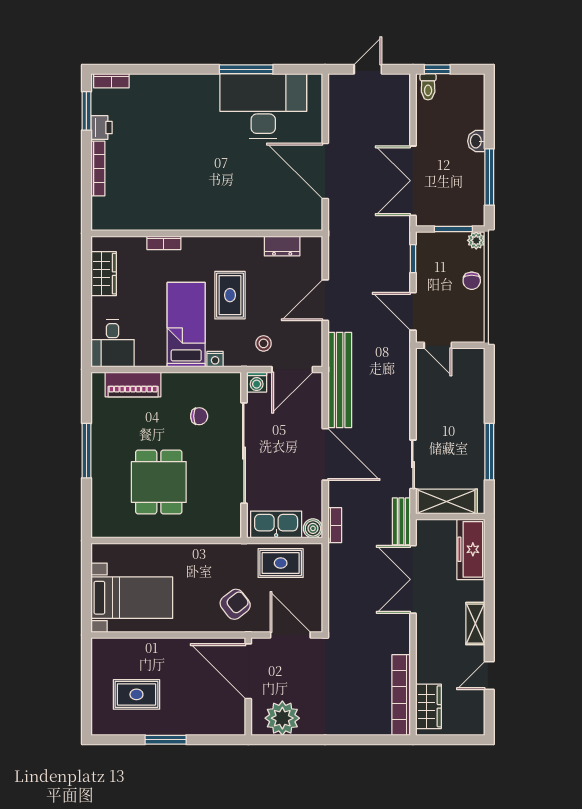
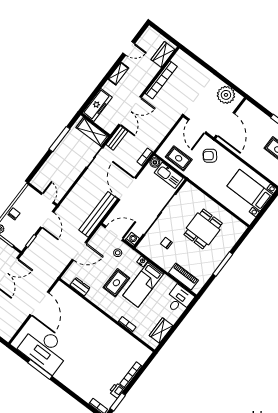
bookcase: (401, 695) -> (161, 80), moved

